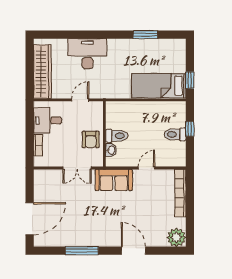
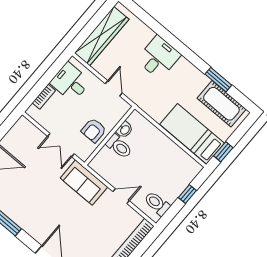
cot: (161, 49) -> (221, 104), added
desk: (87, 54) -> (159, 57), width x0.73
door: (80, 100) -> (114, 88), hinge flipped
toilet: (175, 134) -> (157, 204), moved
washbasin: (111, 150) -> (125, 130), moved

